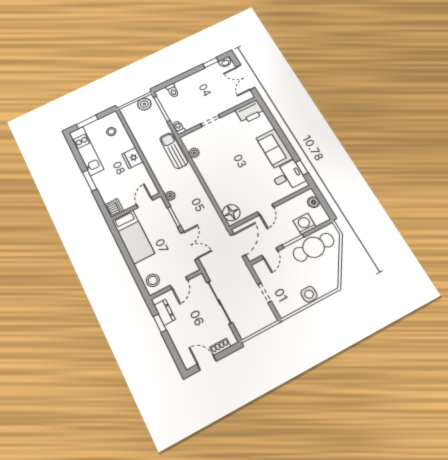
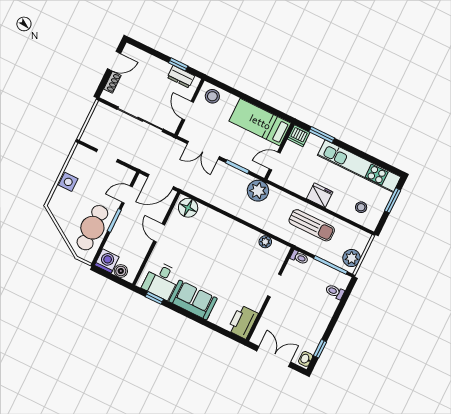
kitchen unit: (86, 151) -> (359, 166), width x1.36
sun lounger: (174, 151) -> (312, 225), moved
window: (90, 181) -> (322, 135), moved
plant: (170, 196) -> (258, 191), width x1.87, depth x1.87
door: (145, 202) -> (275, 161), swing flipped
washing machine: (305, 224) -> (107, 261), moved, turned -90
door: (238, 245) -> (161, 182), hinge flipped
door: (270, 253) -> (127, 194), hinge flipped

